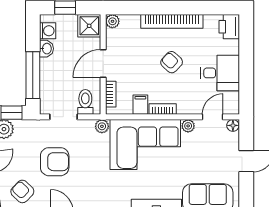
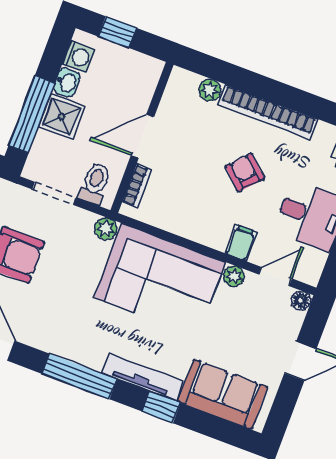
plant: (112, 21) -> (210, 90), moved
shower: (89, 26) -> (62, 116), moved
filing cabinet: (140, 105) -> (241, 243), moved
bookcase: (163, 109) -> (205, 237), removed

